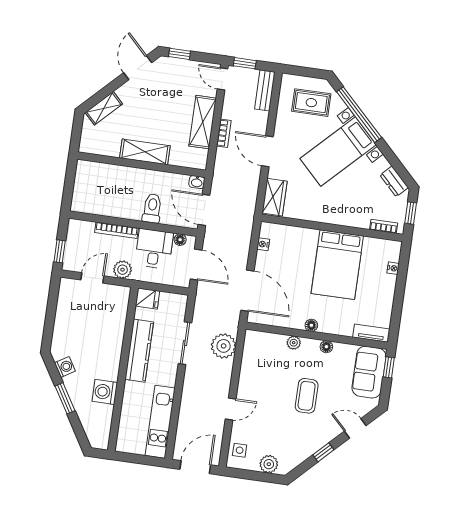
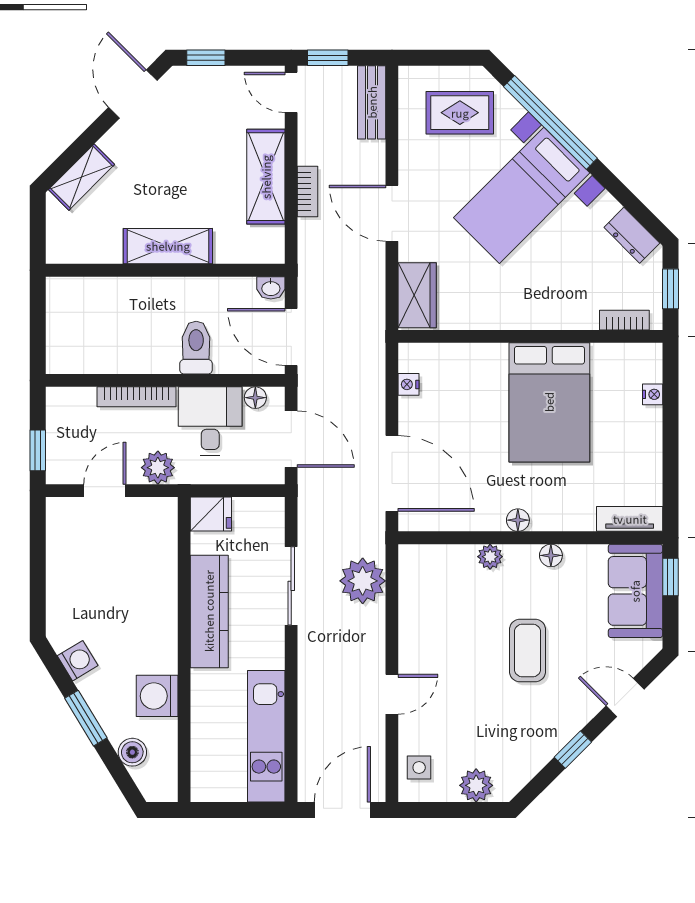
boiler: (87, 420) -> (132, 752), added

